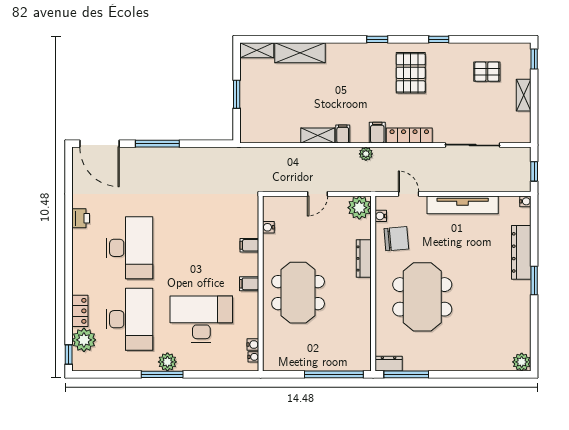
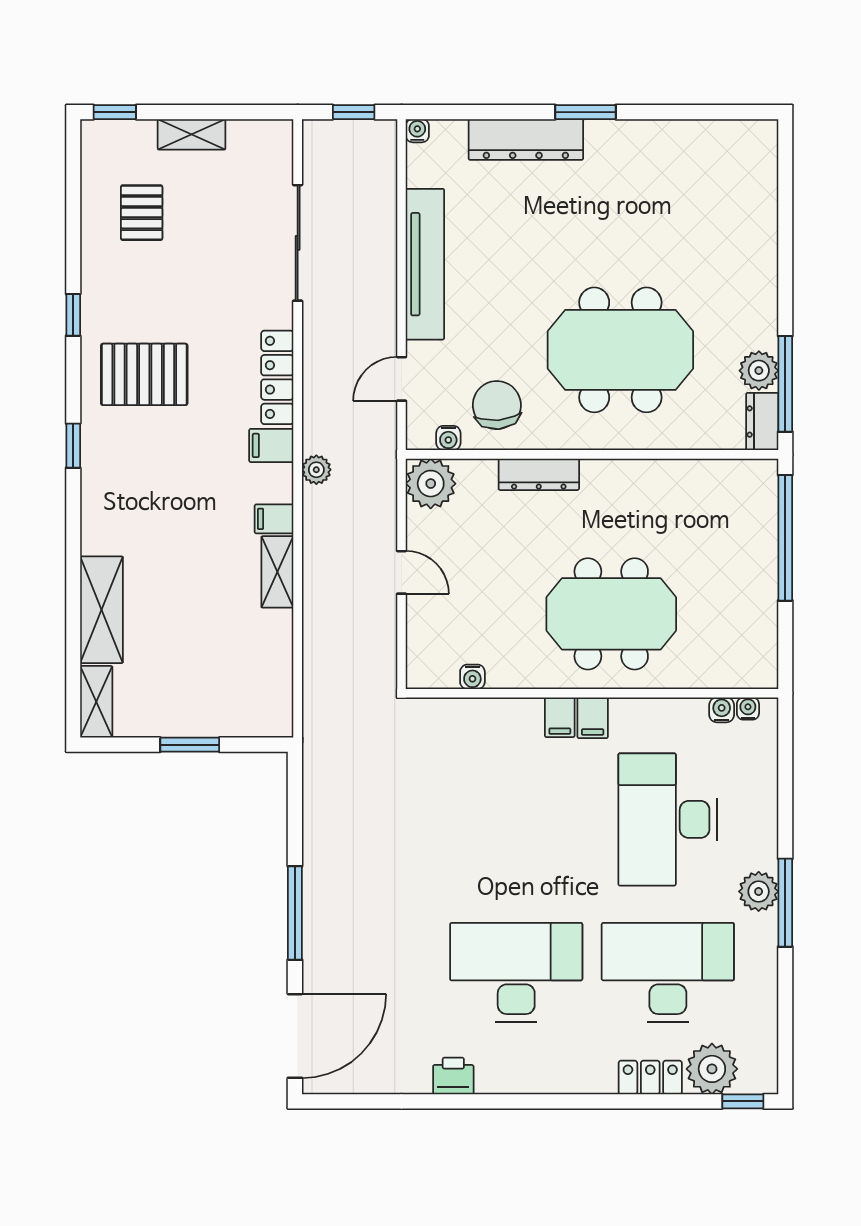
filing cabinet: (249, 245) -> (560, 717), moved
plant: (522, 362) -> (759, 371), moved

